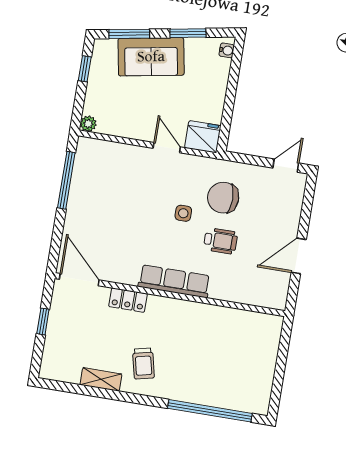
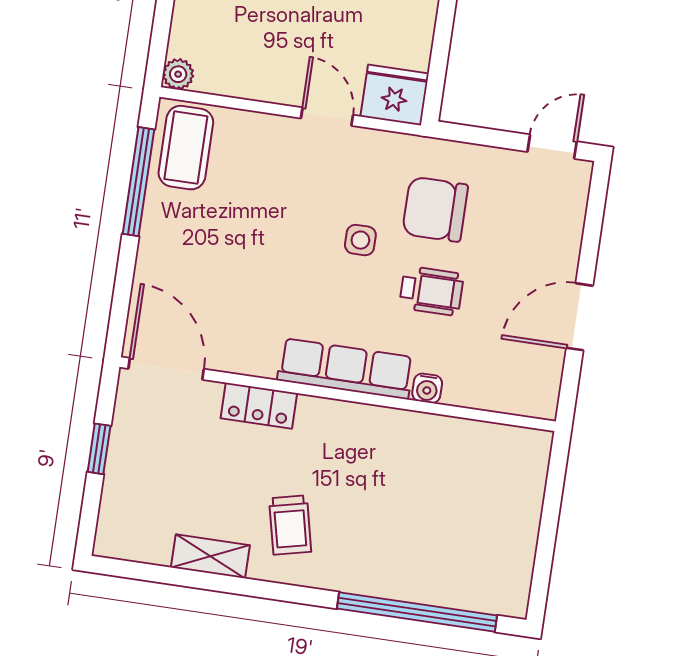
coffee table: (92, 163) -> (186, 148), added
water cooler: (217, 292) -> (427, 388), added

